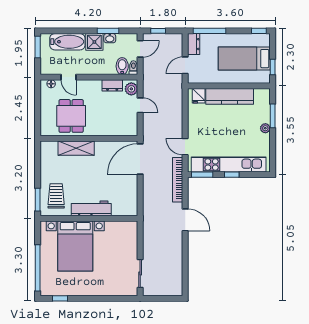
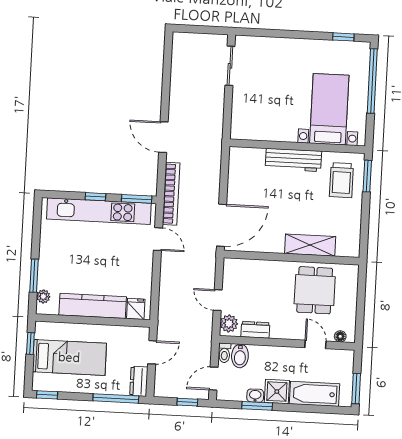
plant: (265, 128) -> (43, 296), moved
bed with nightstands: (75, 246) -> (329, 109), width x0.73

